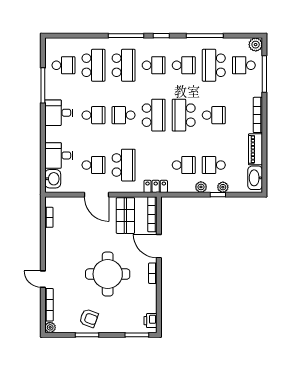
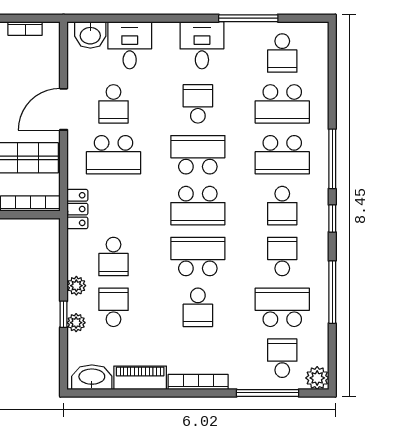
school desk: (184, 65) -> (282, 256), turned 180
school desk: (93, 115) -> (198, 104), turned 180
school desk: (124, 115) -> (198, 155), width x1.85

